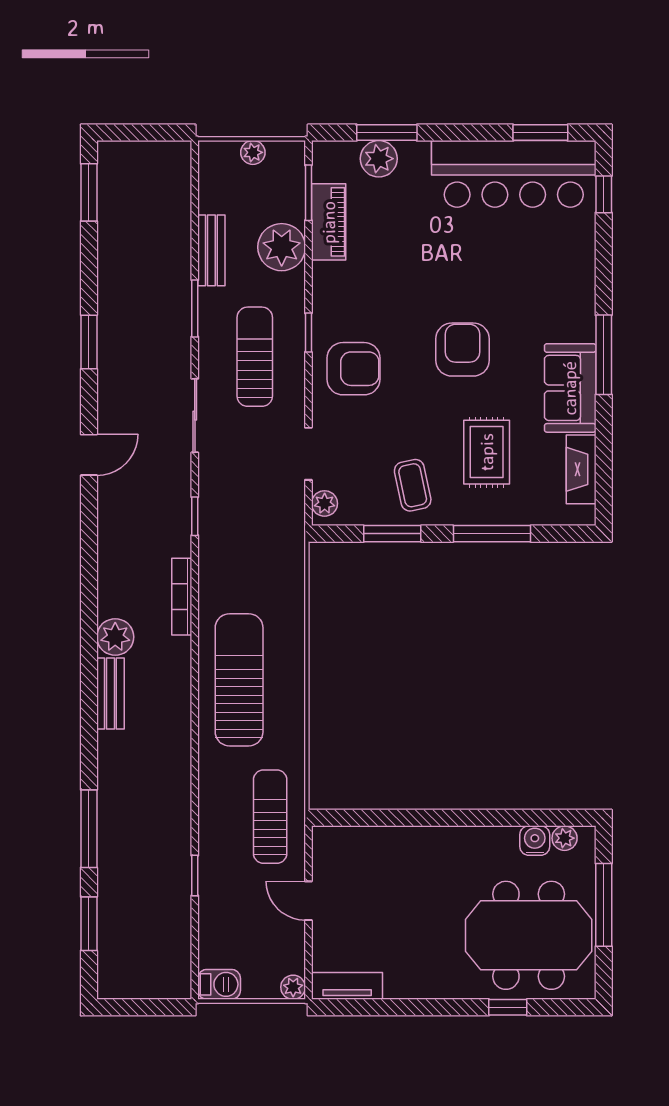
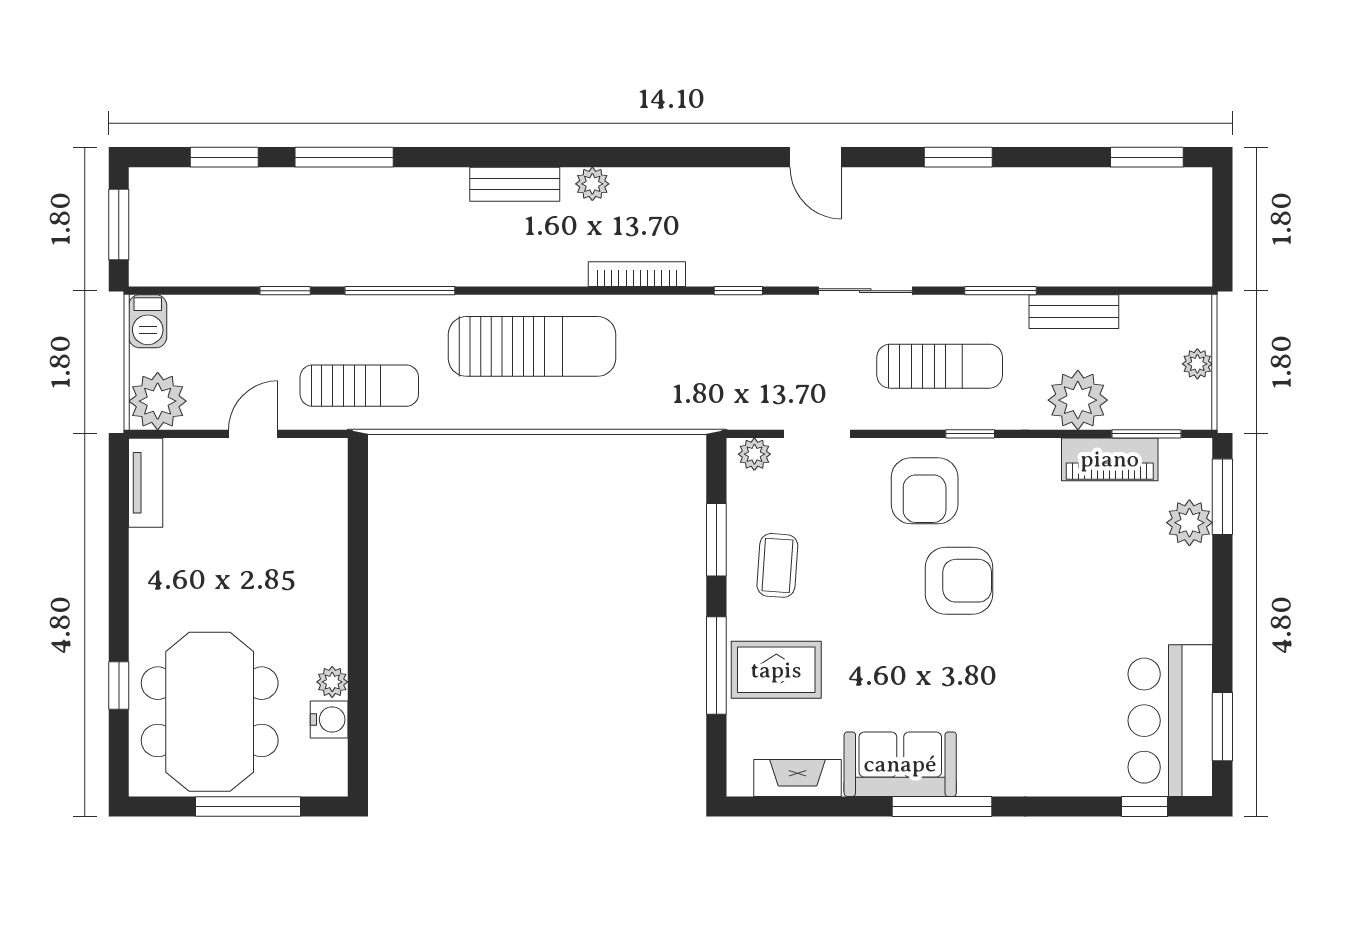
window: (387, 133) -> (1222, 497), moved
bar counter: (514, 174) -> (1170, 721), width x0.73
armchair: (463, 350) -> (959, 581), moved
rug: (487, 452) -> (776, 670), moved
coffee table: (413, 485) -> (777, 565), turned -74
plant: (115, 637) -> (592, 184), width x0.73, depth x0.73
window: (195, 785) -> (400, 291), added
plant: (565, 838) -> (332, 682), moved
plant: (293, 987) -> (158, 401), width x1.87, depth x1.87
window: (142, 1007) -> (119, 224), added

